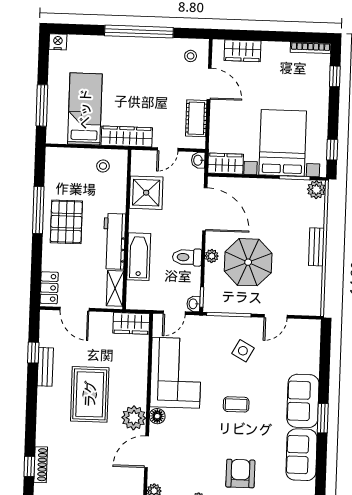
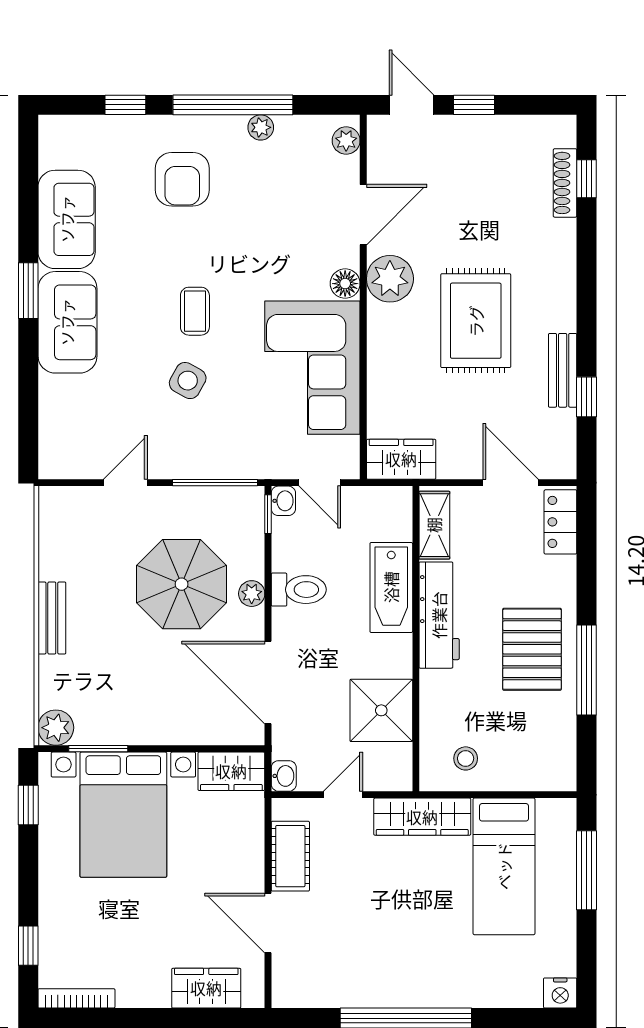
stool: (191, 56) -> (305, 975), removed
door: (174, 313) -> (320, 483), swing flipped
side table: (243, 351) -> (188, 381), moved
coffee table: (236, 404) -> (195, 311), turned 90

